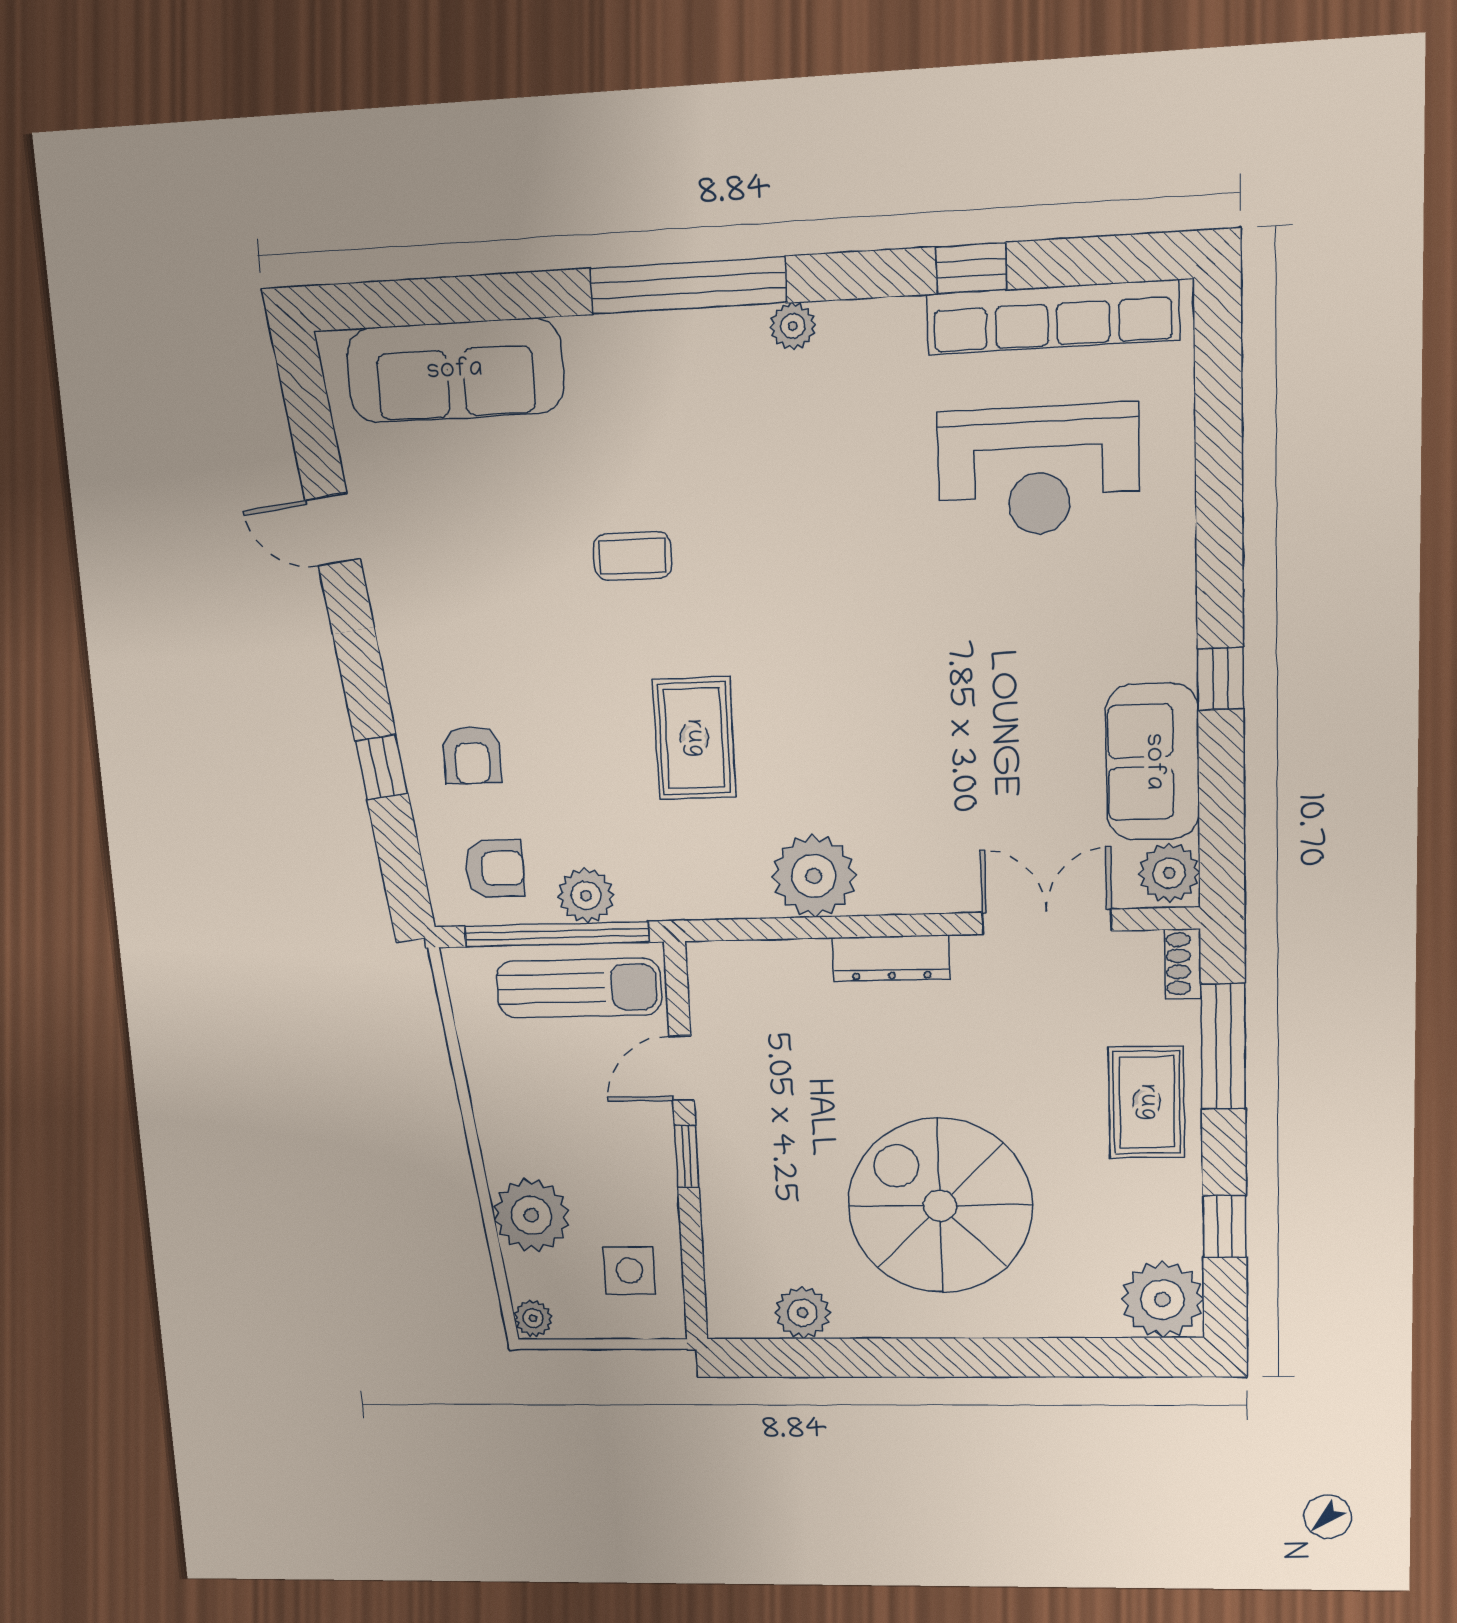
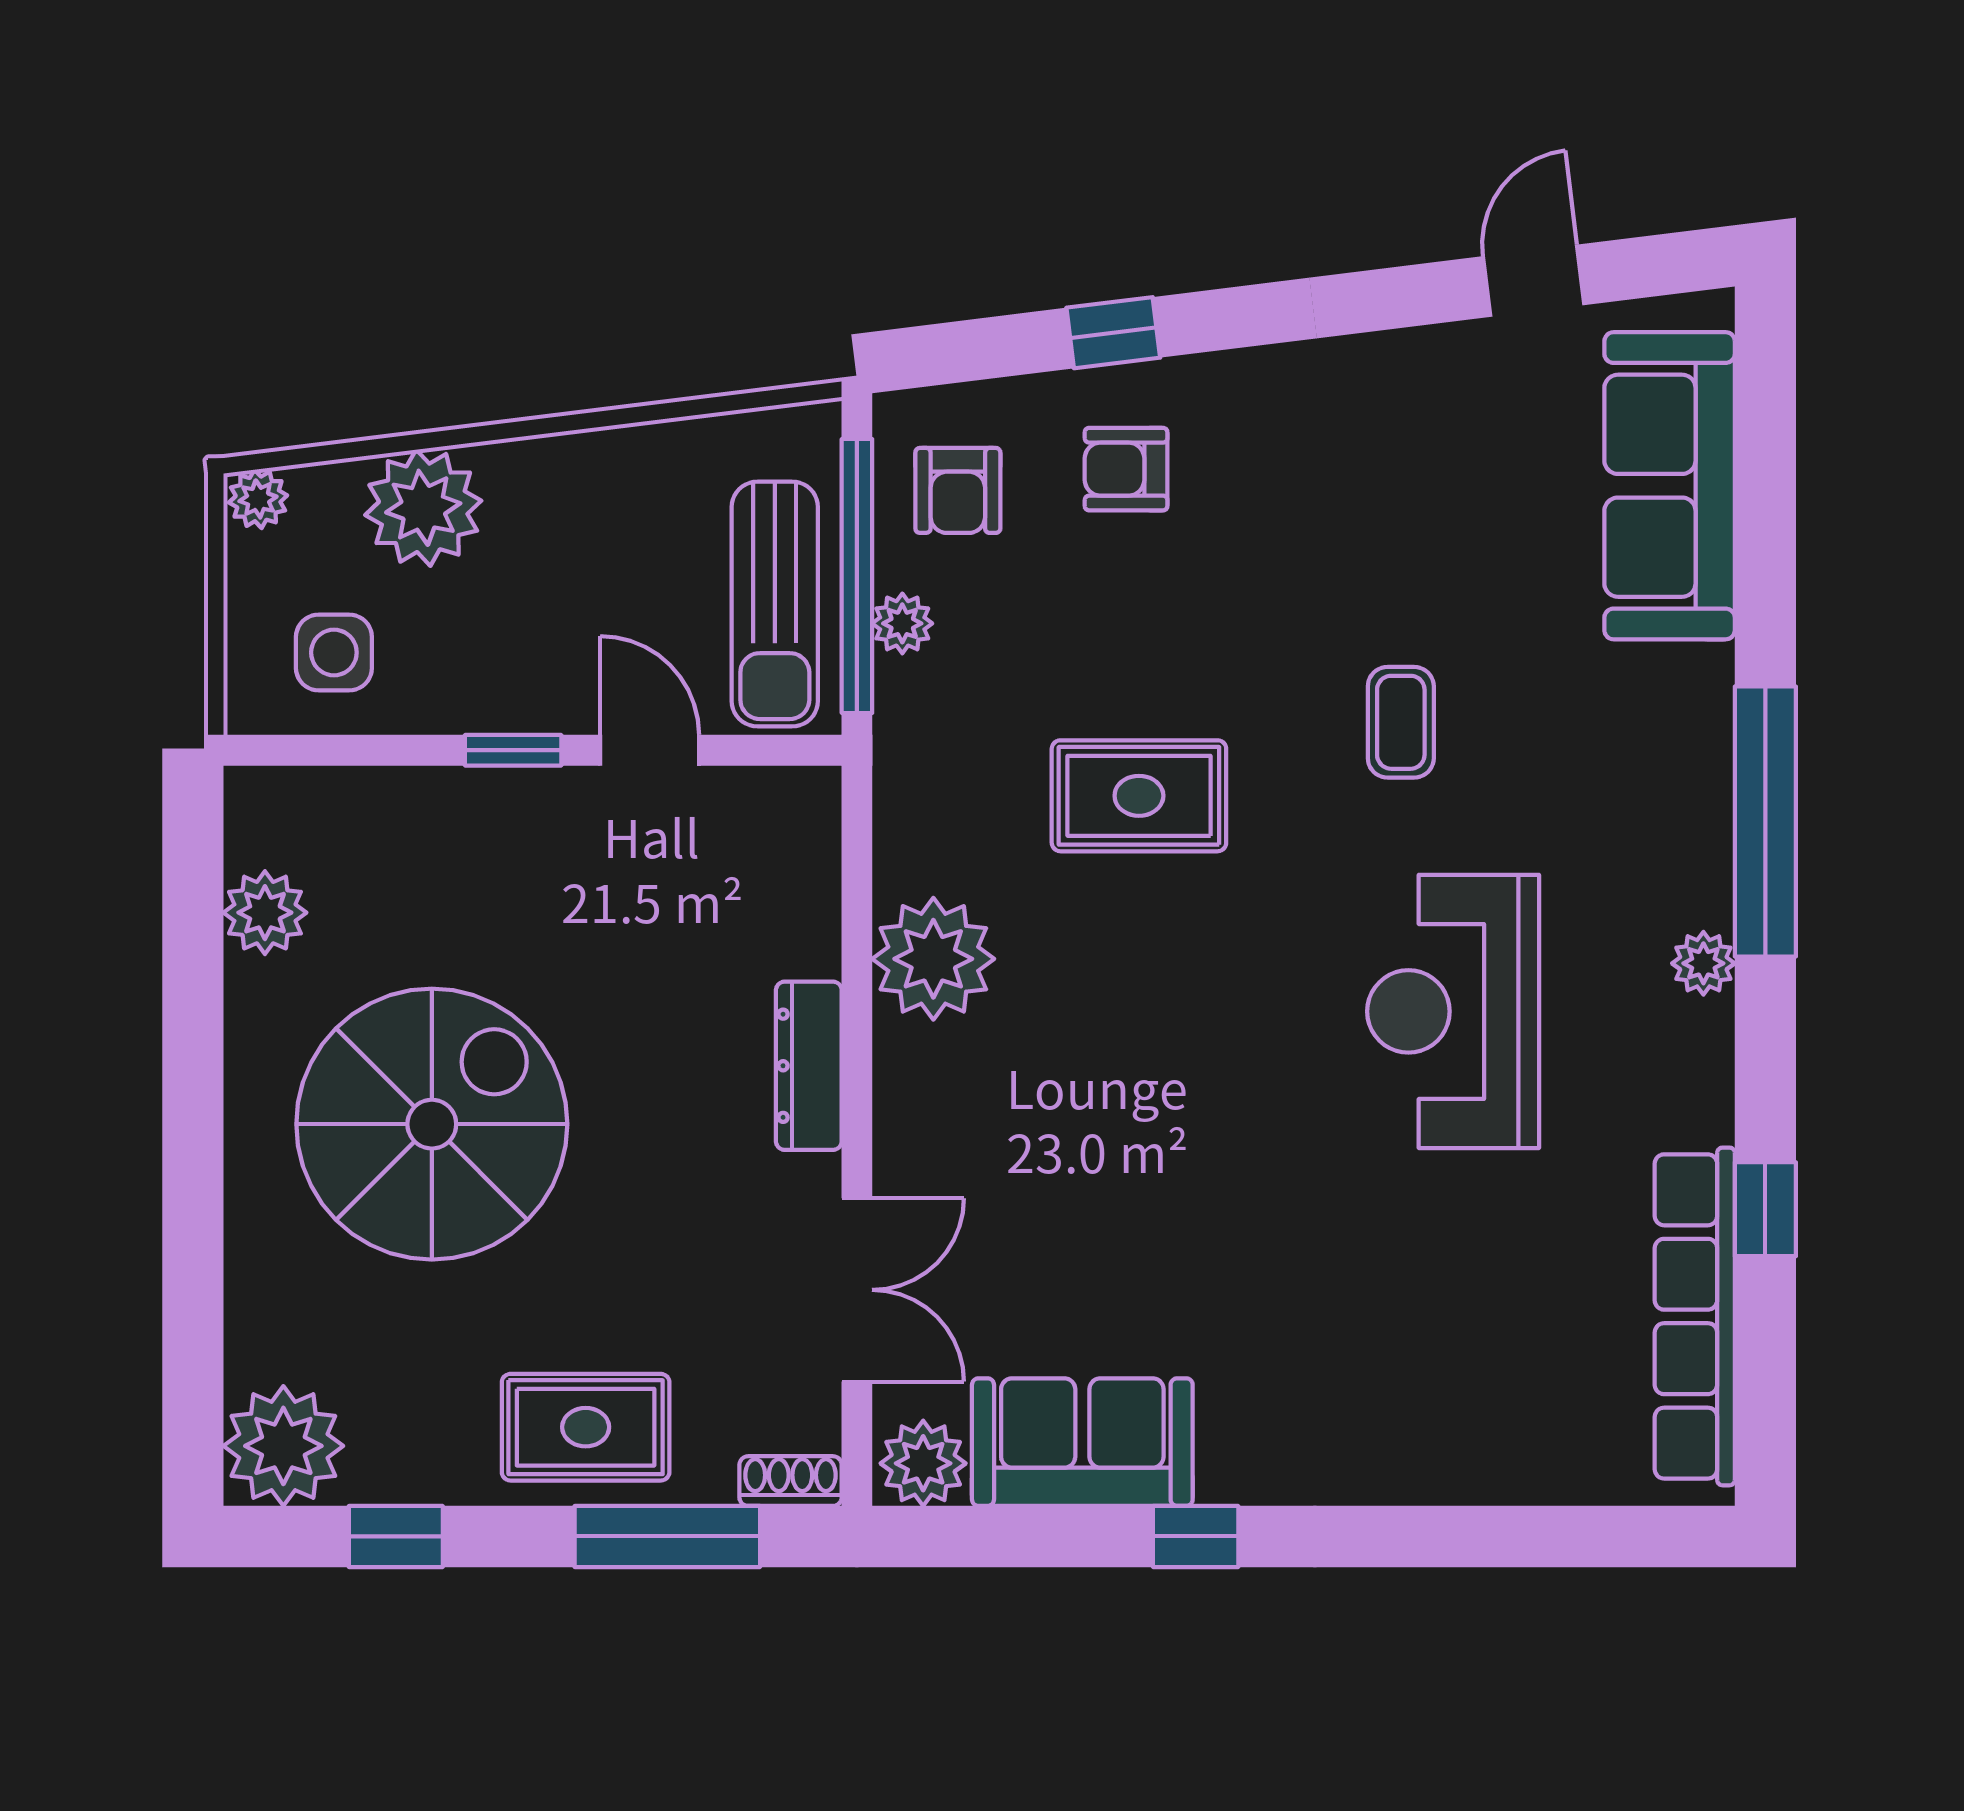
reception desk: (1039, 470) -> (1453, 1011), moved
door: (333, 529) -> (1534, 281), moved
plant: (586, 896) -> (902, 623), width x0.73, depth x0.73

